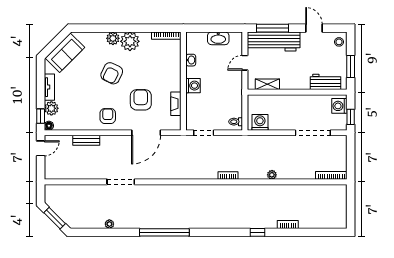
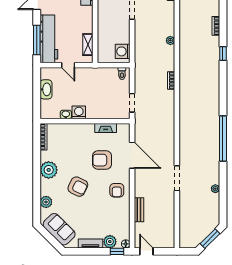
plant: (113, 38) -> (46, 202), moved
washing machine: (193, 86) -> (79, 112), moved
armchair: (108, 116) -> (117, 190), turned -90

